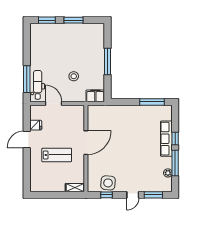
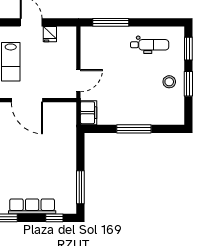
stool: (74, 76) -> (169, 82), moved
dental chair: (38, 85) -> (150, 45), moved
door: (54, 103) -> (78, 81), moved
window: (175, 138) -> (54, 218), moved

